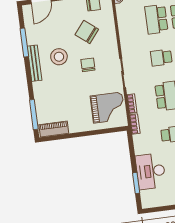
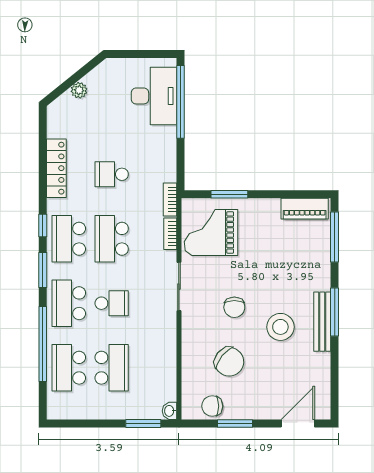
window: (24, 43) -> (335, 312), moved
window: (100, 132) -> (229, 194), added
desk: (151, 171) -> (154, 96), moved
window: (136, 183) -> (180, 102), width x2.11

